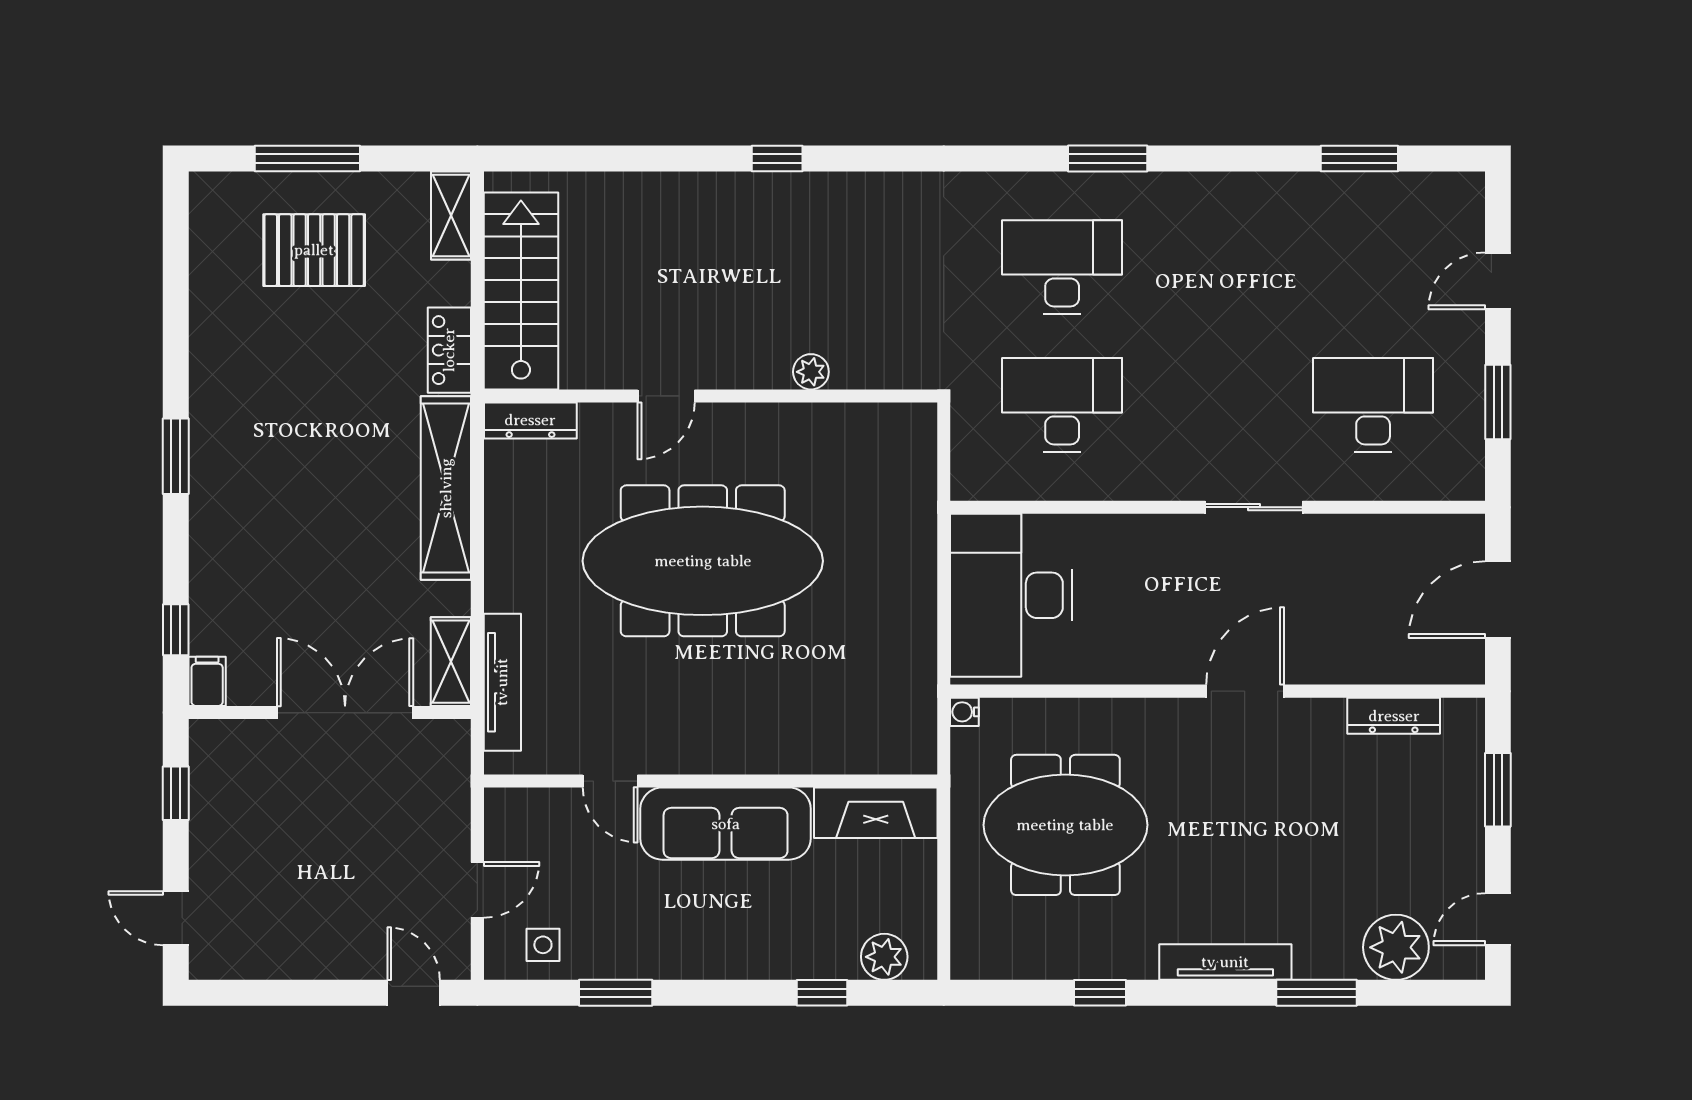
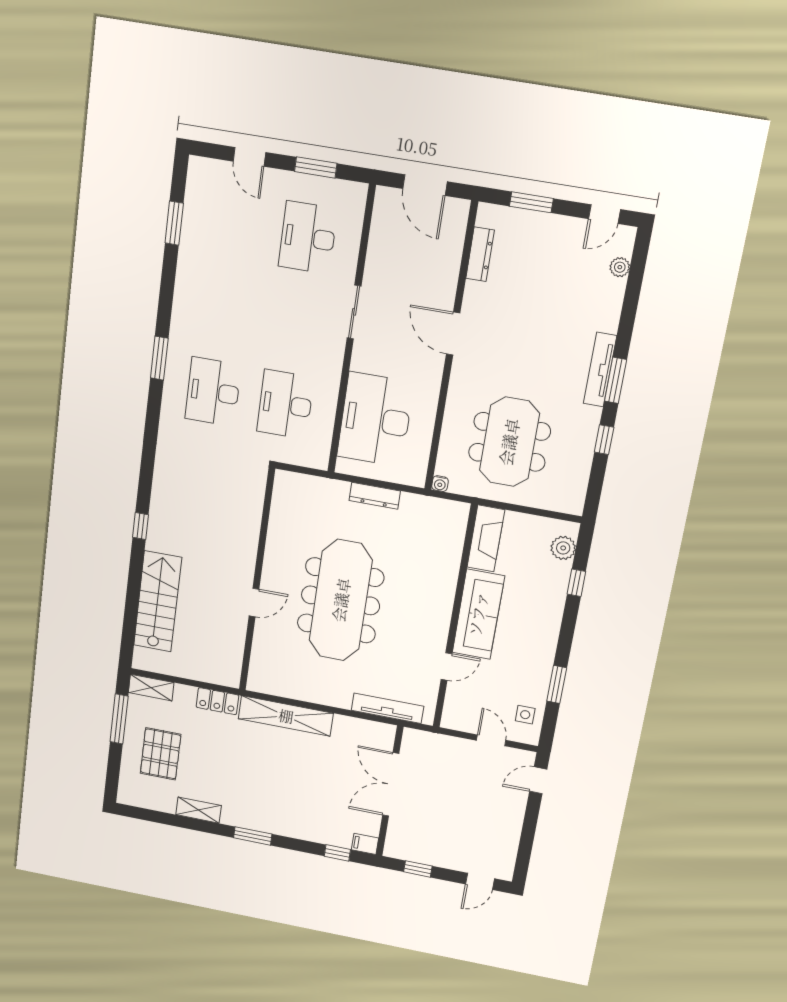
window: (307, 158) -> (119, 719), moved
stairs: (521, 291) -> (158, 602), moved, turned 90
plant: (811, 372) -> (251, 529), removed
door: (666, 396) -> (254, 603), hinge flipped
dresser: (530, 420) -> (375, 496), moved, turned 90
desk: (1011, 595) -> (375, 419), moved, turned 90
shelving: (451, 662) -> (199, 810), moved
door: (1498, 919) -> (604, 214), hinge flipped
plant: (1396, 947) -> (620, 267), width x0.53, depth x0.53
window: (1317, 993) -> (616, 380), moved

